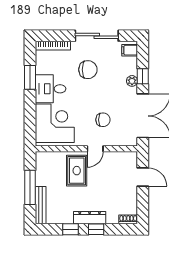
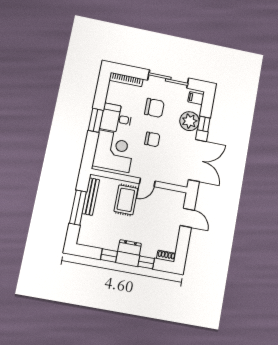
window: (30, 77) -> (96, 120), moved
plant: (132, 81) -> (189, 121), width x1.87, depth x1.87
chair: (103, 120) -> (152, 139), moved
bench: (41, 205) -> (91, 197), moved
dresser: (90, 218) -> (130, 248), width x0.70
window: (96, 229) -> (146, 262), moved

